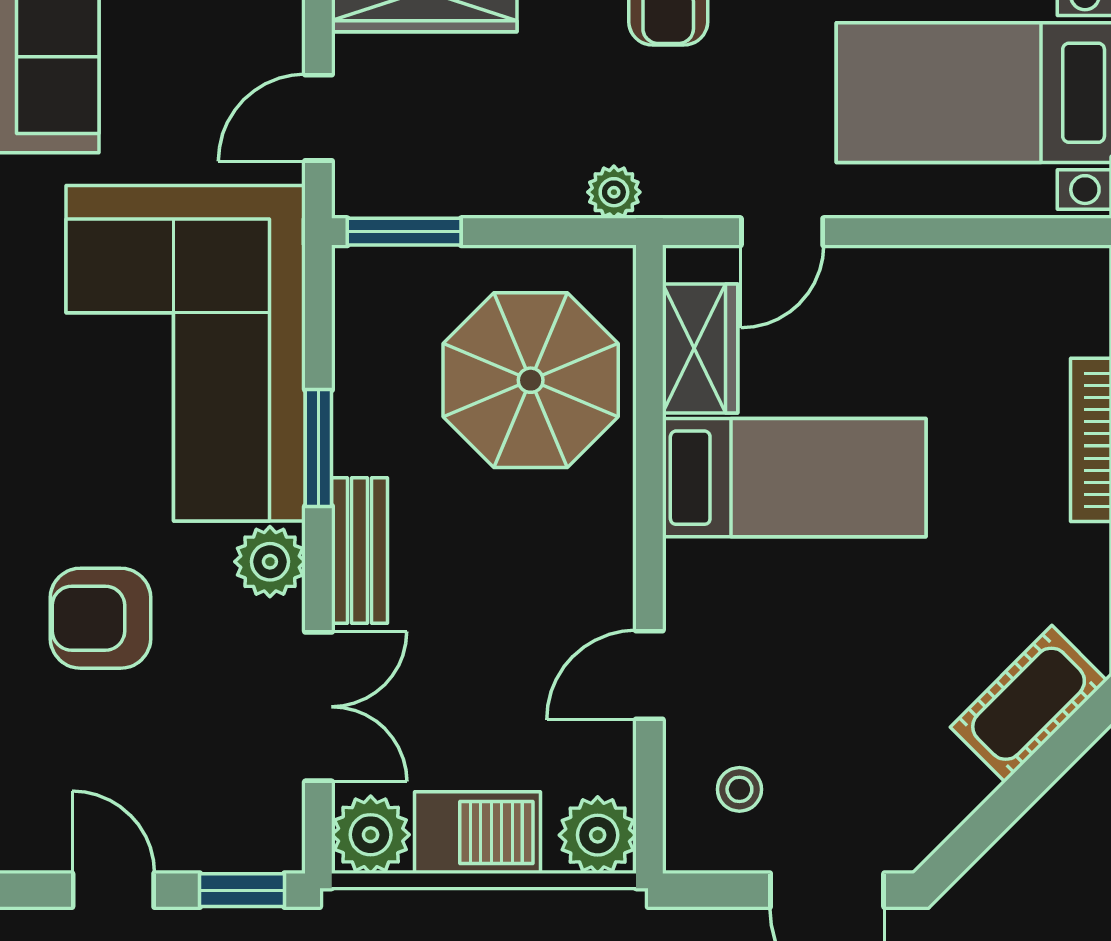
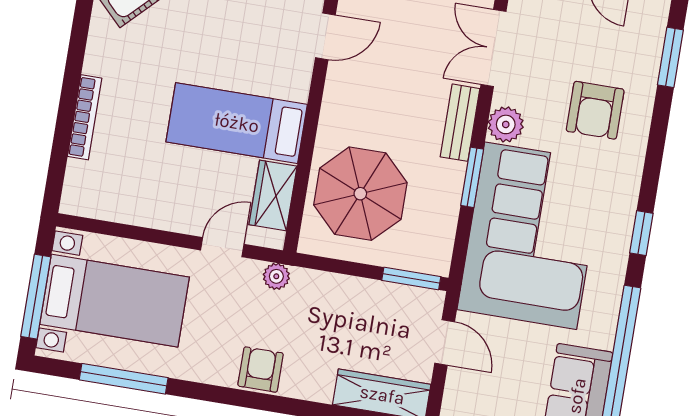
door: (318, 118) -> (445, 342), hinge flipped
plant: (614, 192) -> (276, 276), moved
armchair: (100, 618) -> (595, 110), turned 90

